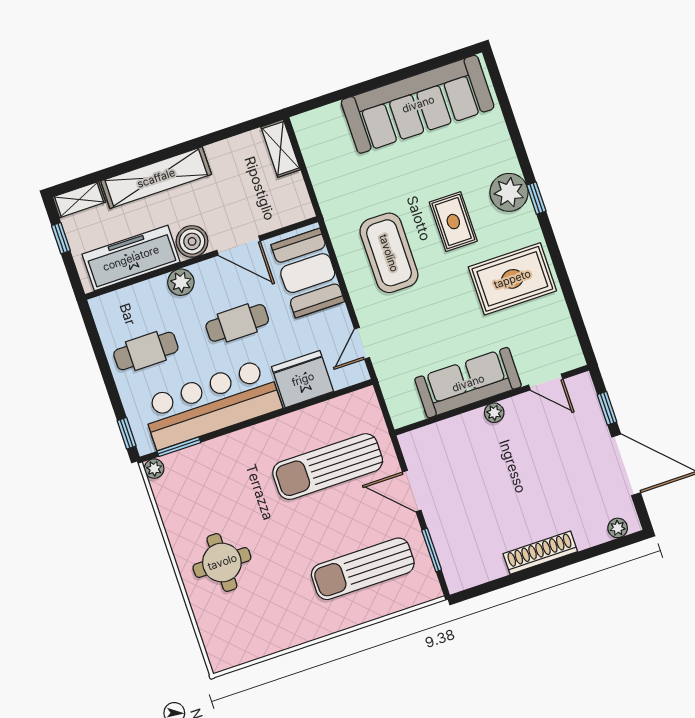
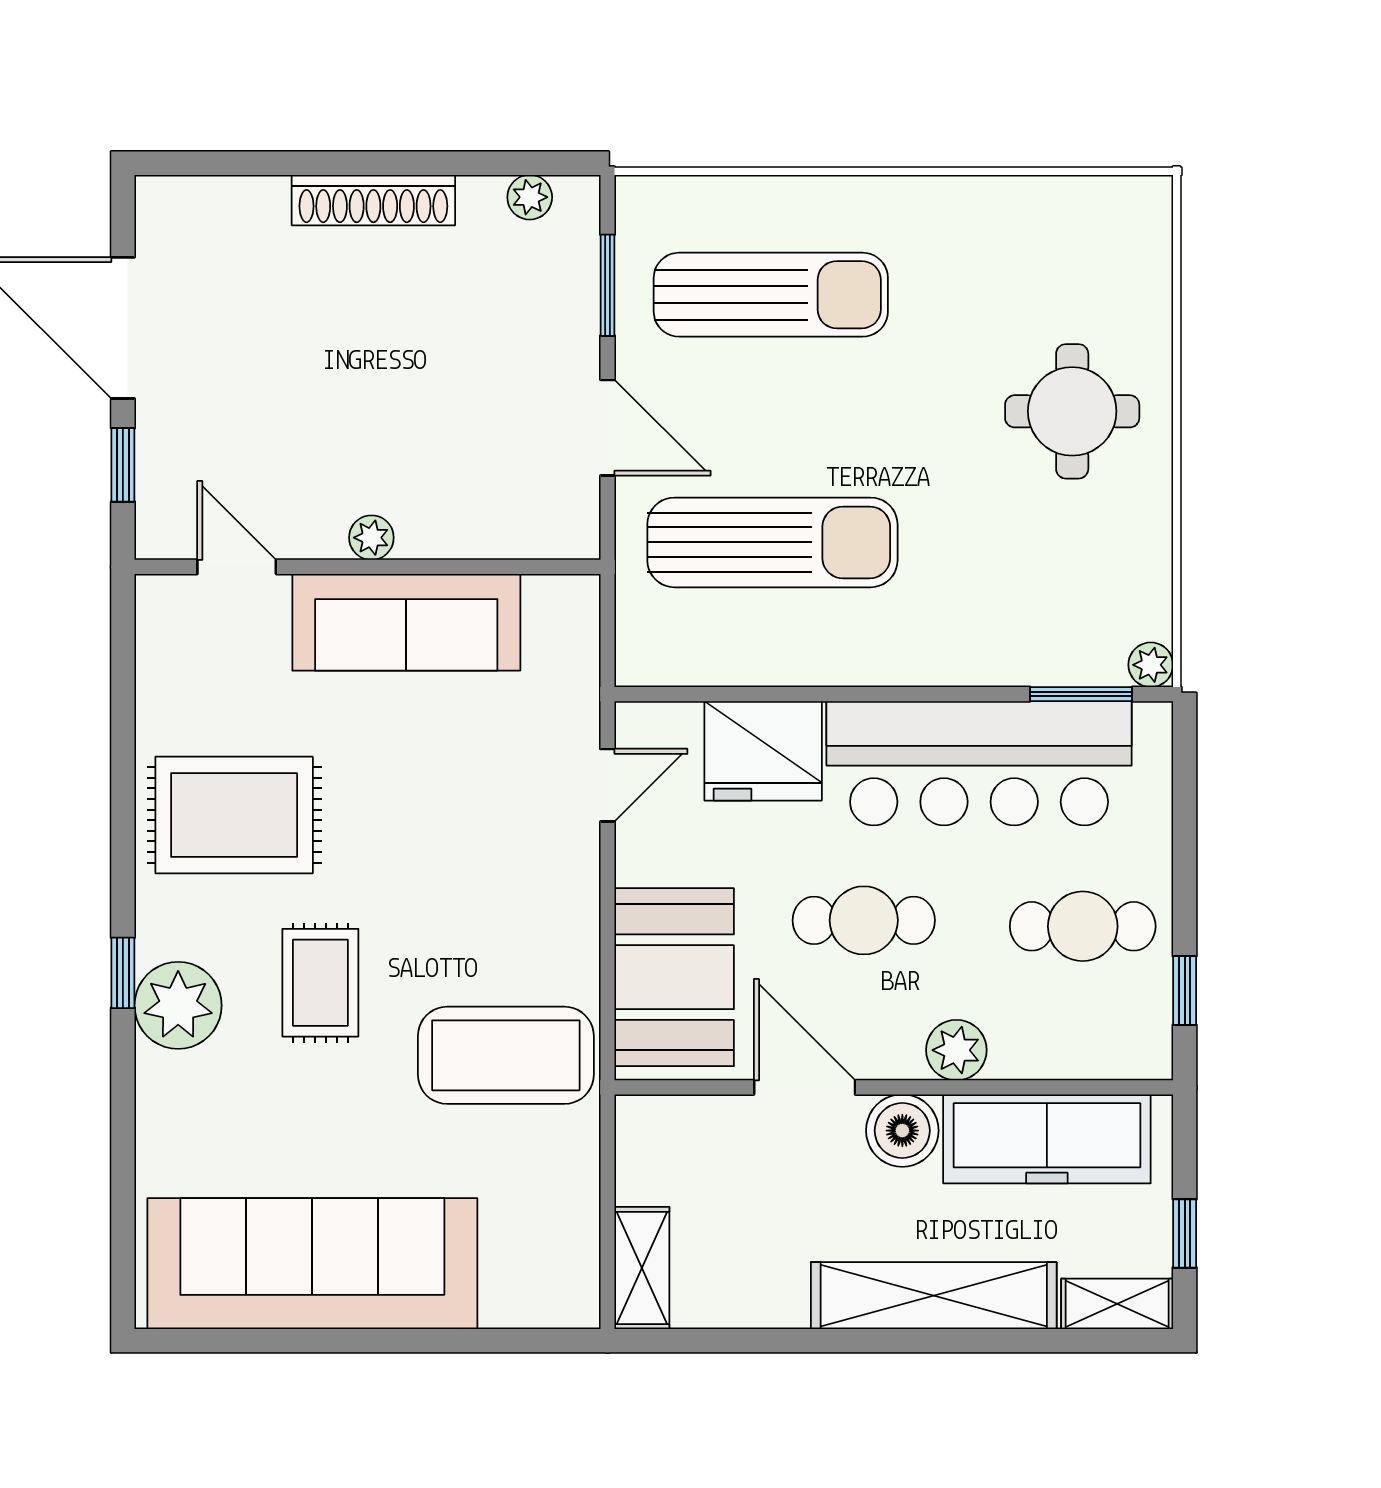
coffee table: (389, 253) -> (506, 1055), moved, turned 90
window: (127, 433) -> (1185, 991), moved
plant: (618, 528) -> (530, 197), moved

